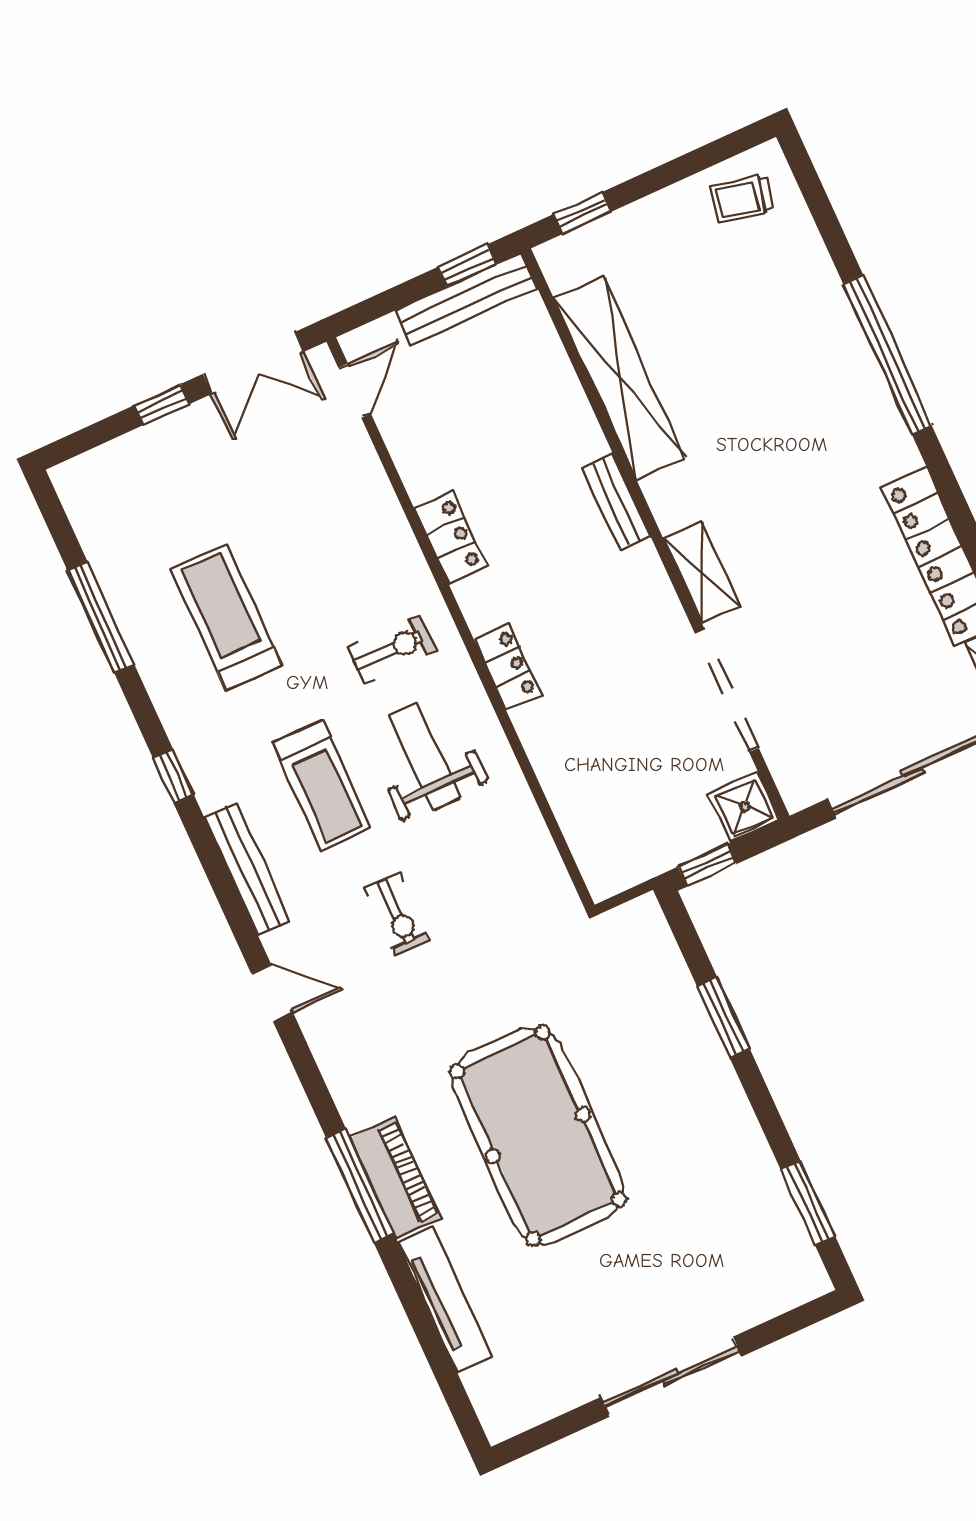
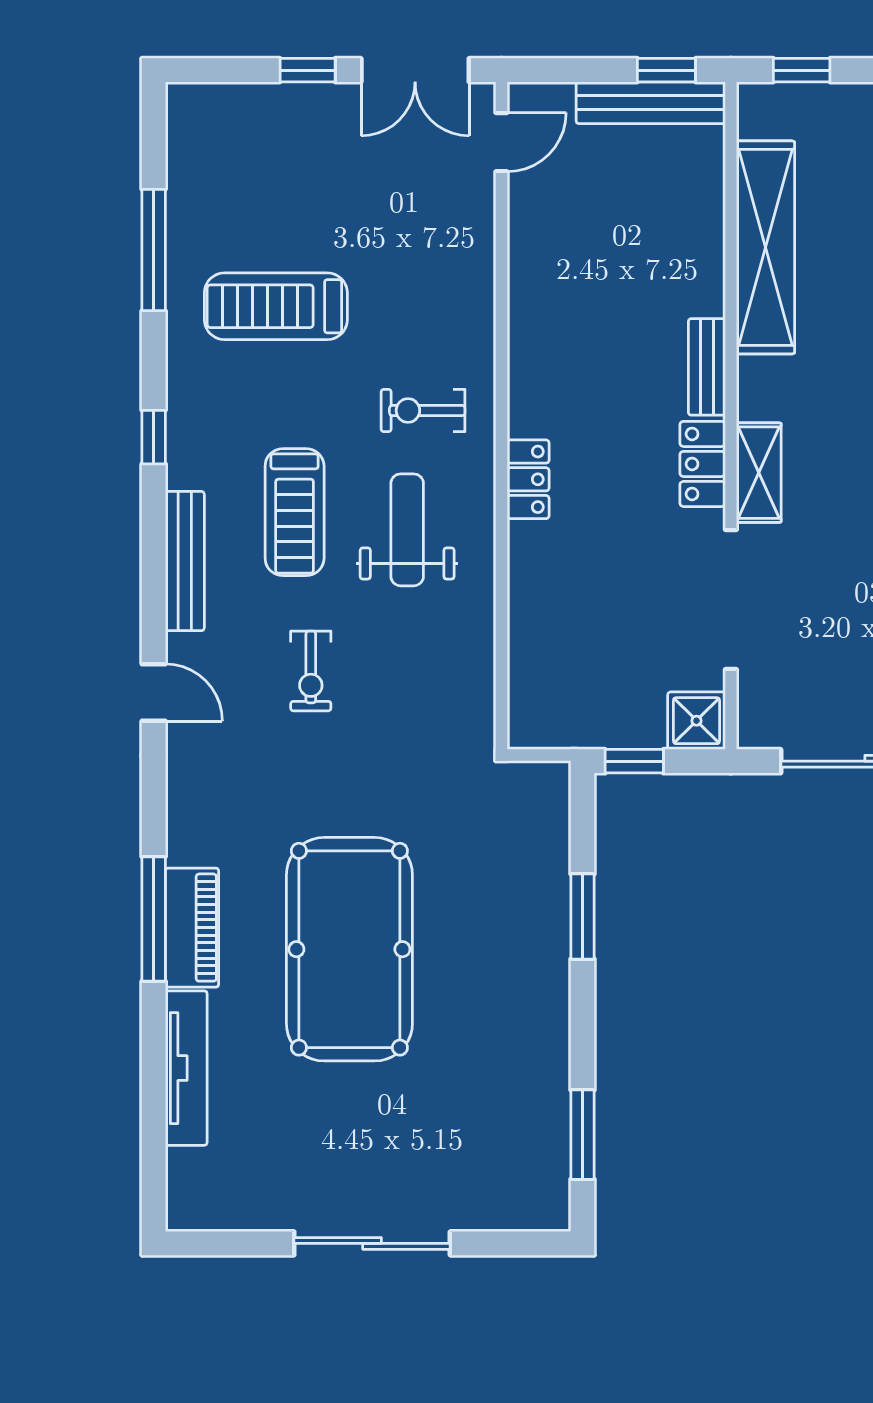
locker: (451, 538) -> (703, 464), moved, turned 180
treadmill: (226, 618) -> (276, 306), turned -90
exercise bike: (392, 649) -> (423, 411), turned 180

